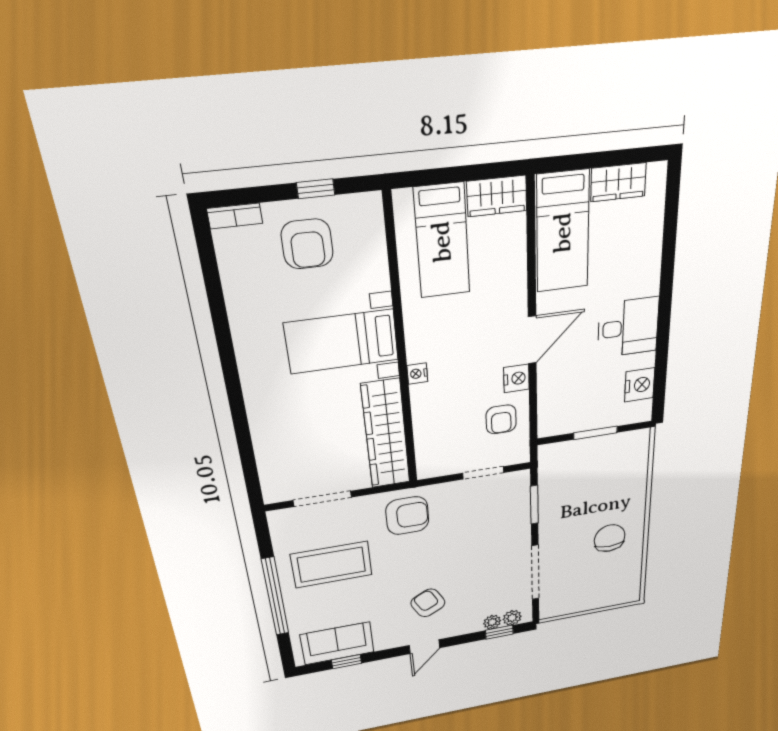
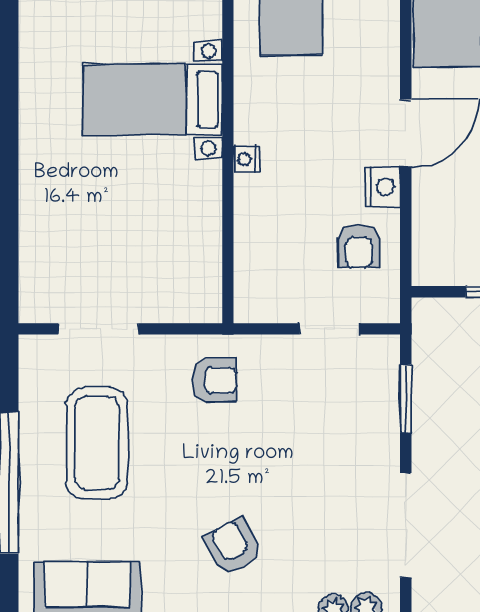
wardrobe: (386, 434) -> (196, 242), removed
armchair: (407, 516) -> (215, 380), width x0.72, depth x0.72
coffee table: (332, 565) -> (97, 443), turned 90

